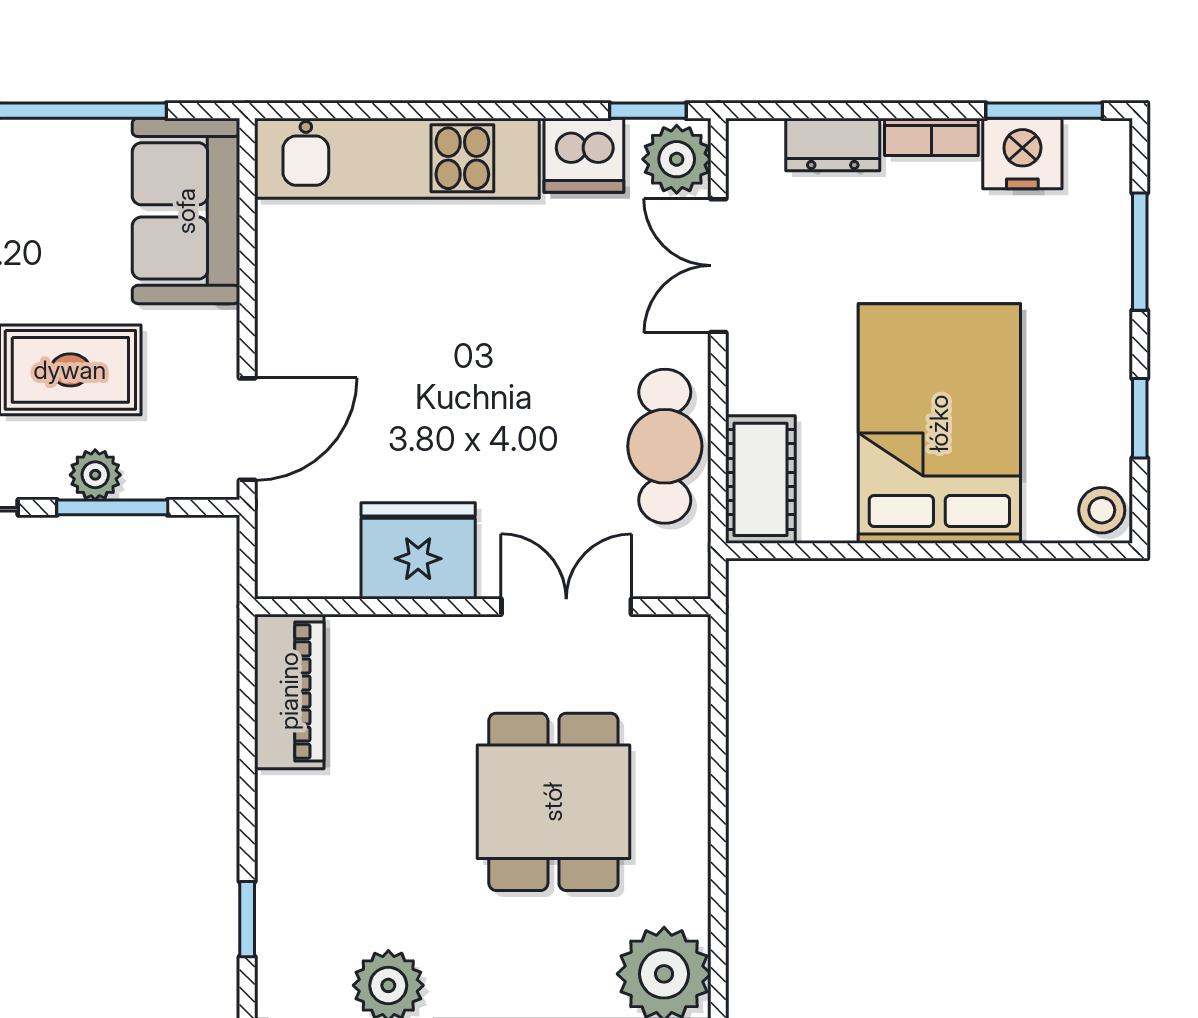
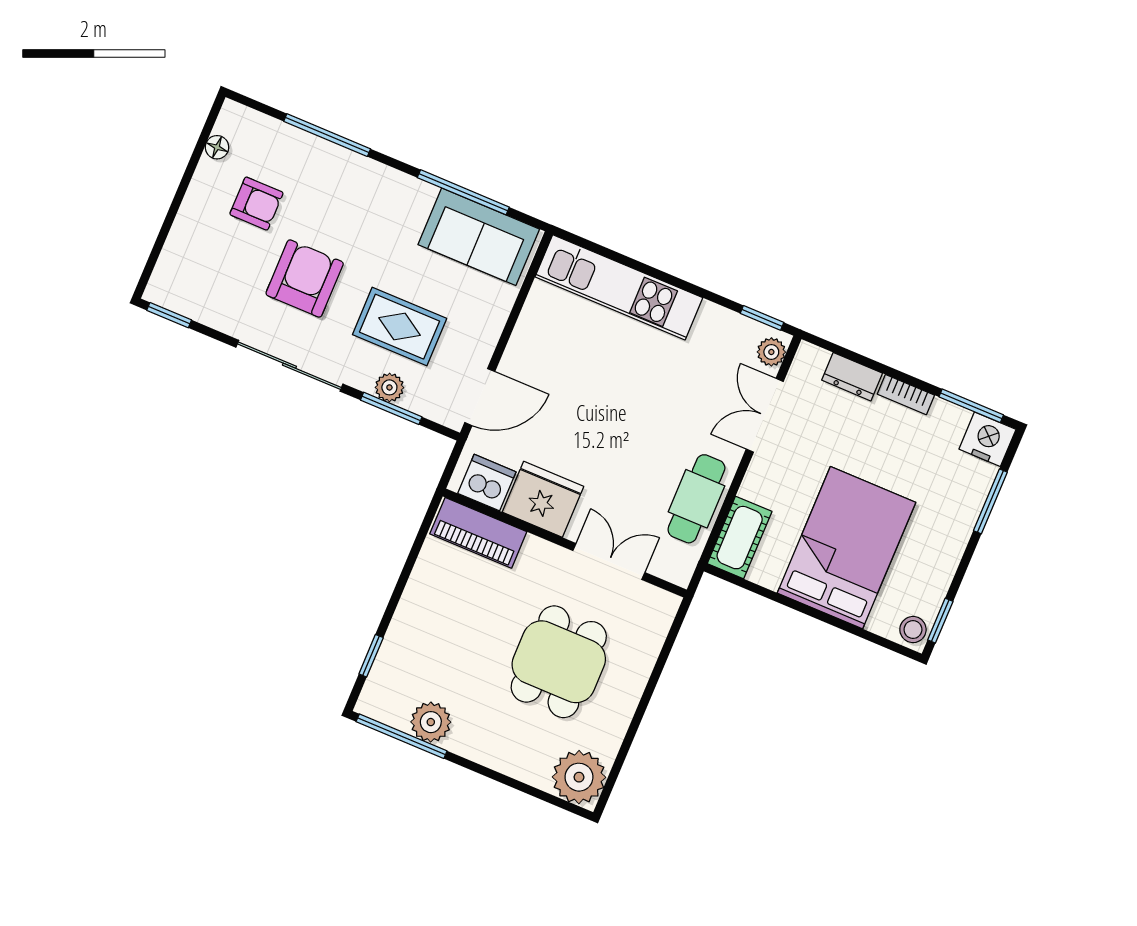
nightstand: (1022, 153) -> (987, 439), moved
dishwasher: (584, 155) -> (487, 483), moved, turned 180
plant: (677, 159) -> (771, 352), width x0.73, depth x0.73
sofa: (186, 211) -> (479, 237), moved, turned -90
window: (1140, 418) -> (940, 621), moved
piano: (289, 691) -> (478, 533), moved, turned 90

